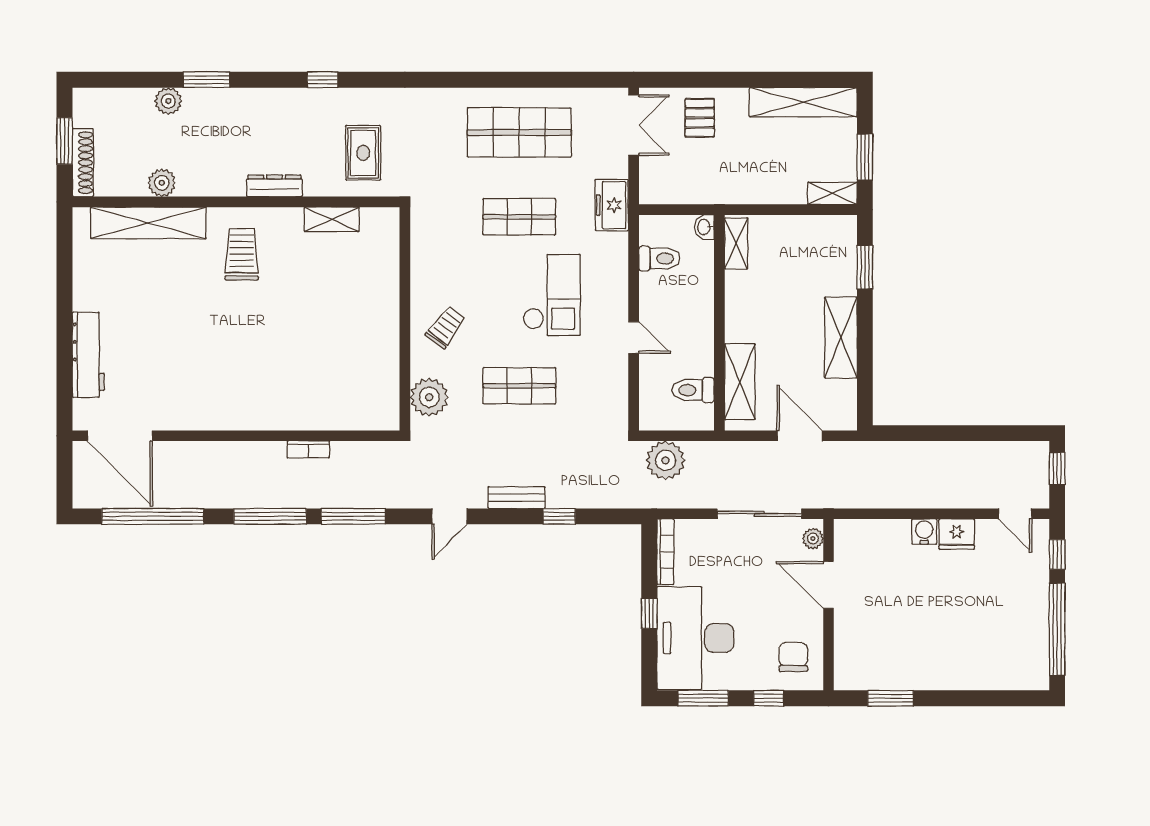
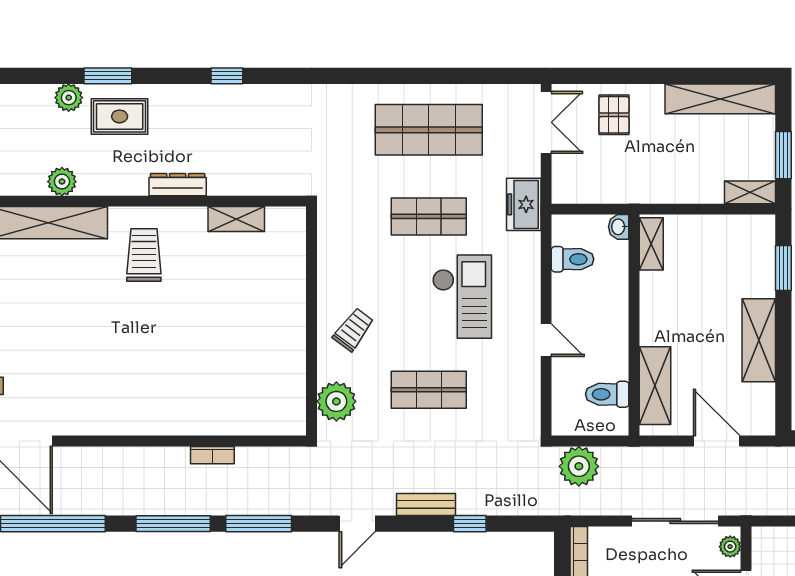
rug: (363, 153) -> (120, 116), moved, turned 90

